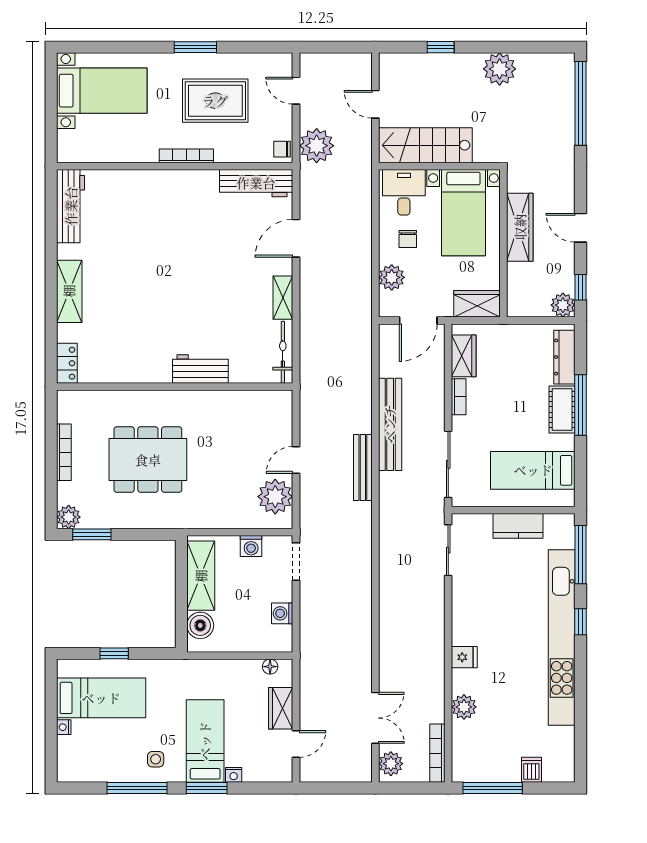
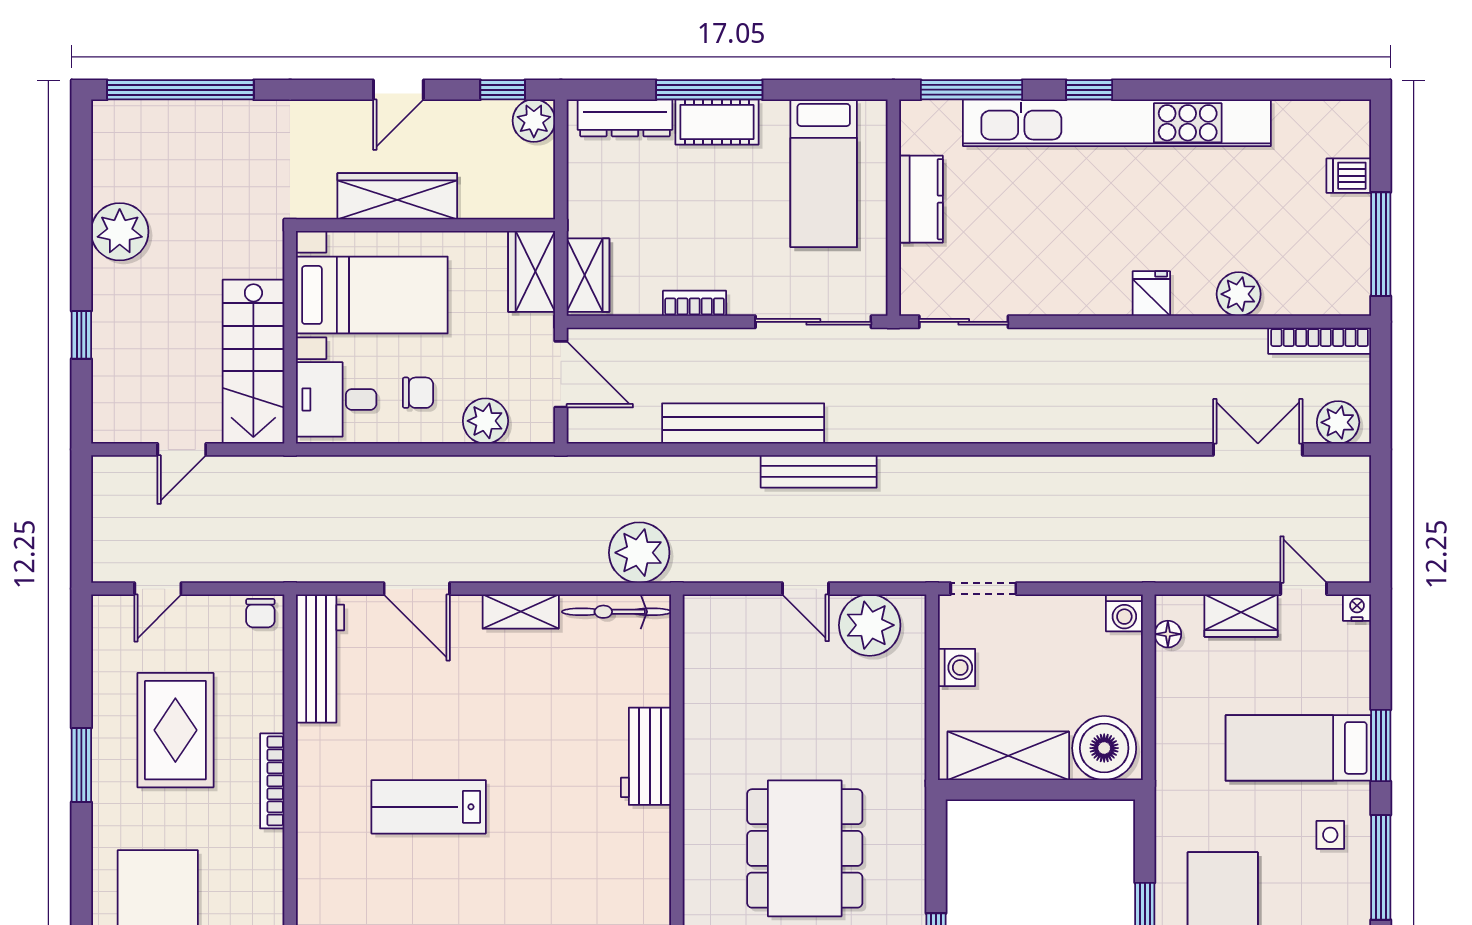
plant: (317, 146) -> (639, 553), moved
lab bench: (172, 245) -> (429, 807), added
wardrobe: (464, 356) -> (588, 275), moved, turned 90
washing machine: (282, 613) -> (1124, 613), moved
boiler: (200, 625) -> (1104, 748), width x1.37, depth x1.37
nightstand: (234, 775) -> (1357, 608), moved, turned -90

